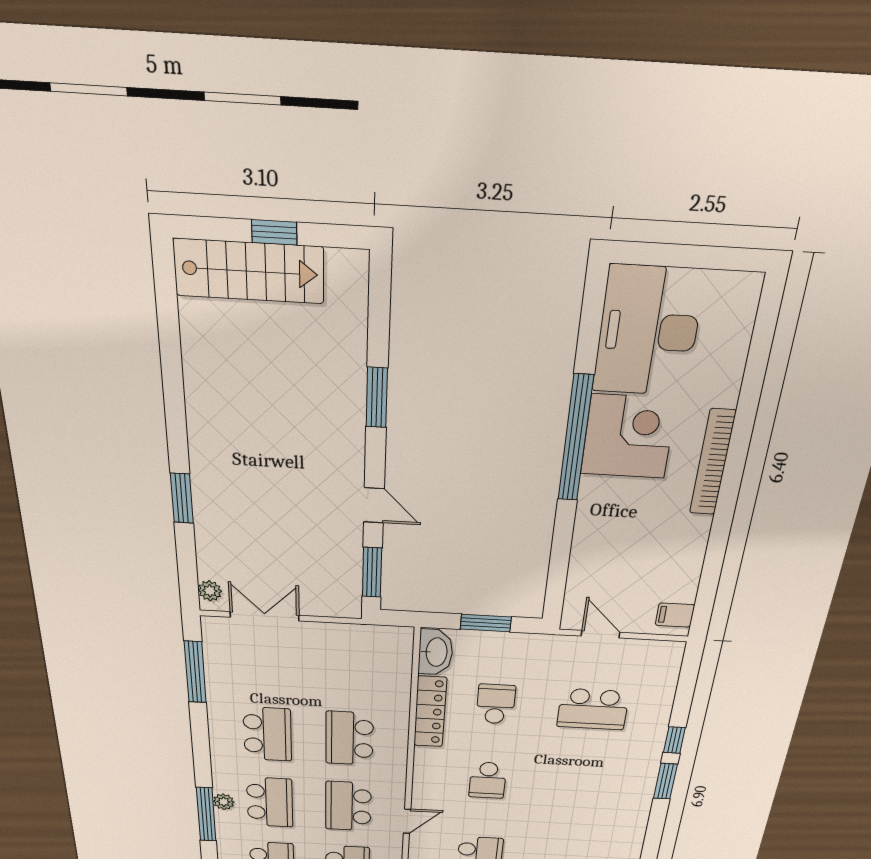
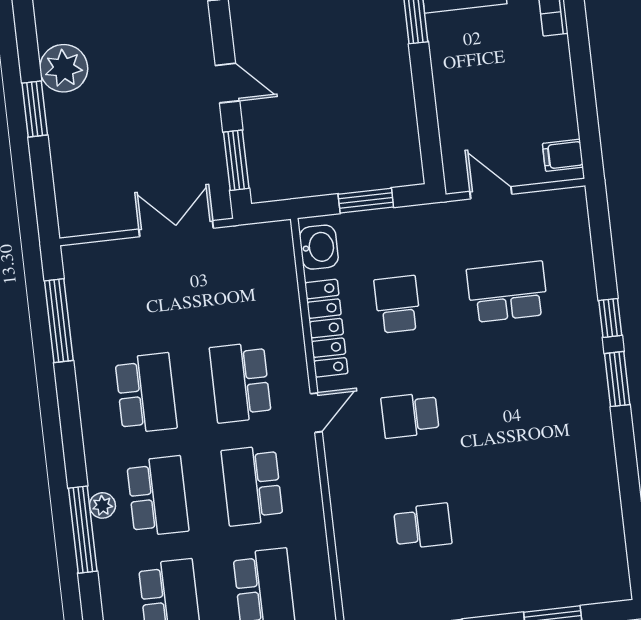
plant: (210, 591) -> (64, 68), moved, width x1.88, depth x1.88
double door: (265, 616) -> (176, 229), moved
washbasin: (436, 652) -> (319, 247), width x0.72
school desk: (593, 709) -> (507, 292), turned 180
school desk: (488, 780) -> (410, 415), turned 90
door: (407, 821) -> (316, 413), moved

